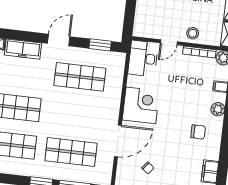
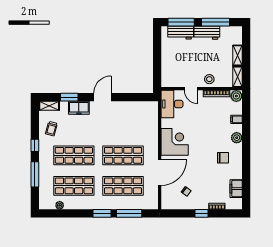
door: (169, 42) -> (191, 89), hinge flipped
window: (100, 45) -> (69, 97), moved
freezer: (23, 49) -> (79, 108), width x0.71
shop shelf: (80, 77) -> (123, 155), moved

